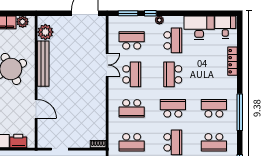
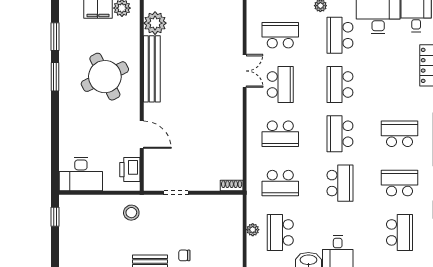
school desk: (173, 40) -> (340, 35), turned 180
school desk: (173, 108) -> (340, 134), turned -90
printer: (18, 141) -> (130, 170), moved, turned -90
school desk: (214, 142) -> (400, 183), turned 180

